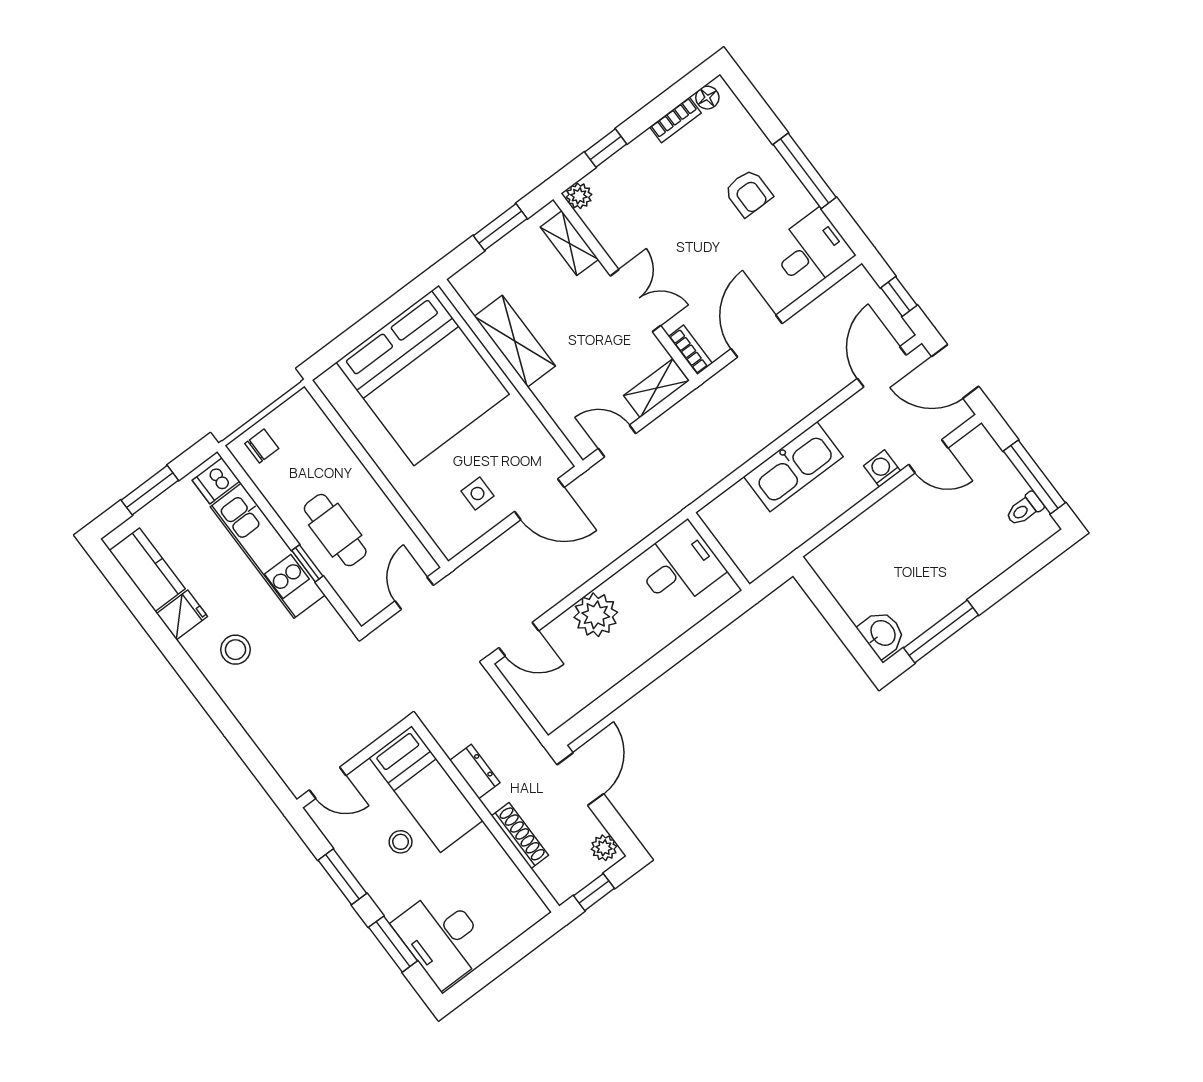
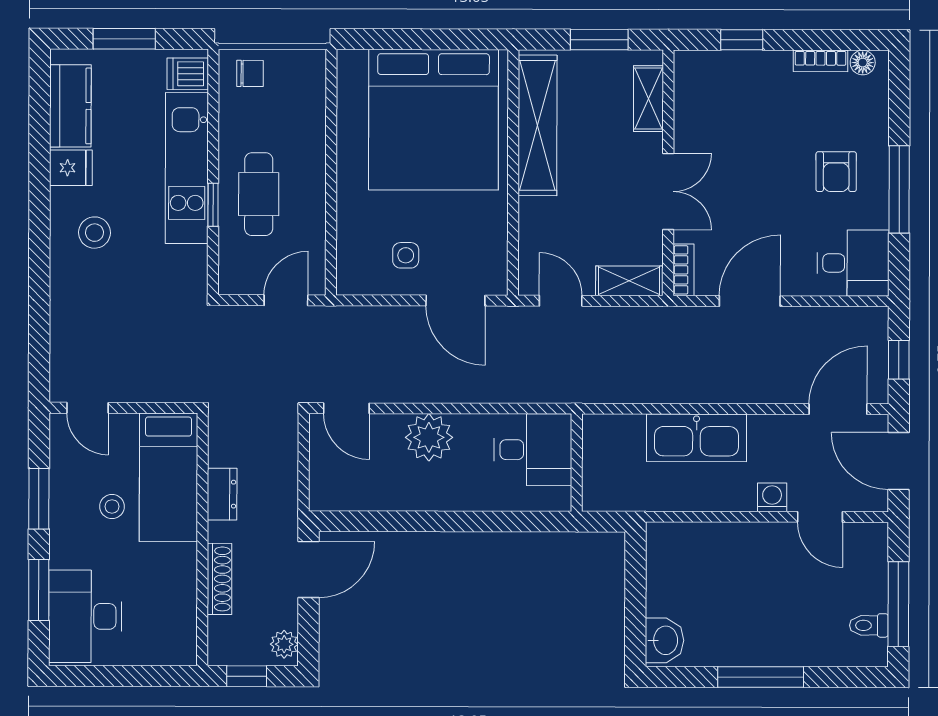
plant: (579, 196) -> (687, 64), removed
shelving: (515, 341) -> (537, 125), width x1.47
window: (941, 632) -> (761, 677), moved

